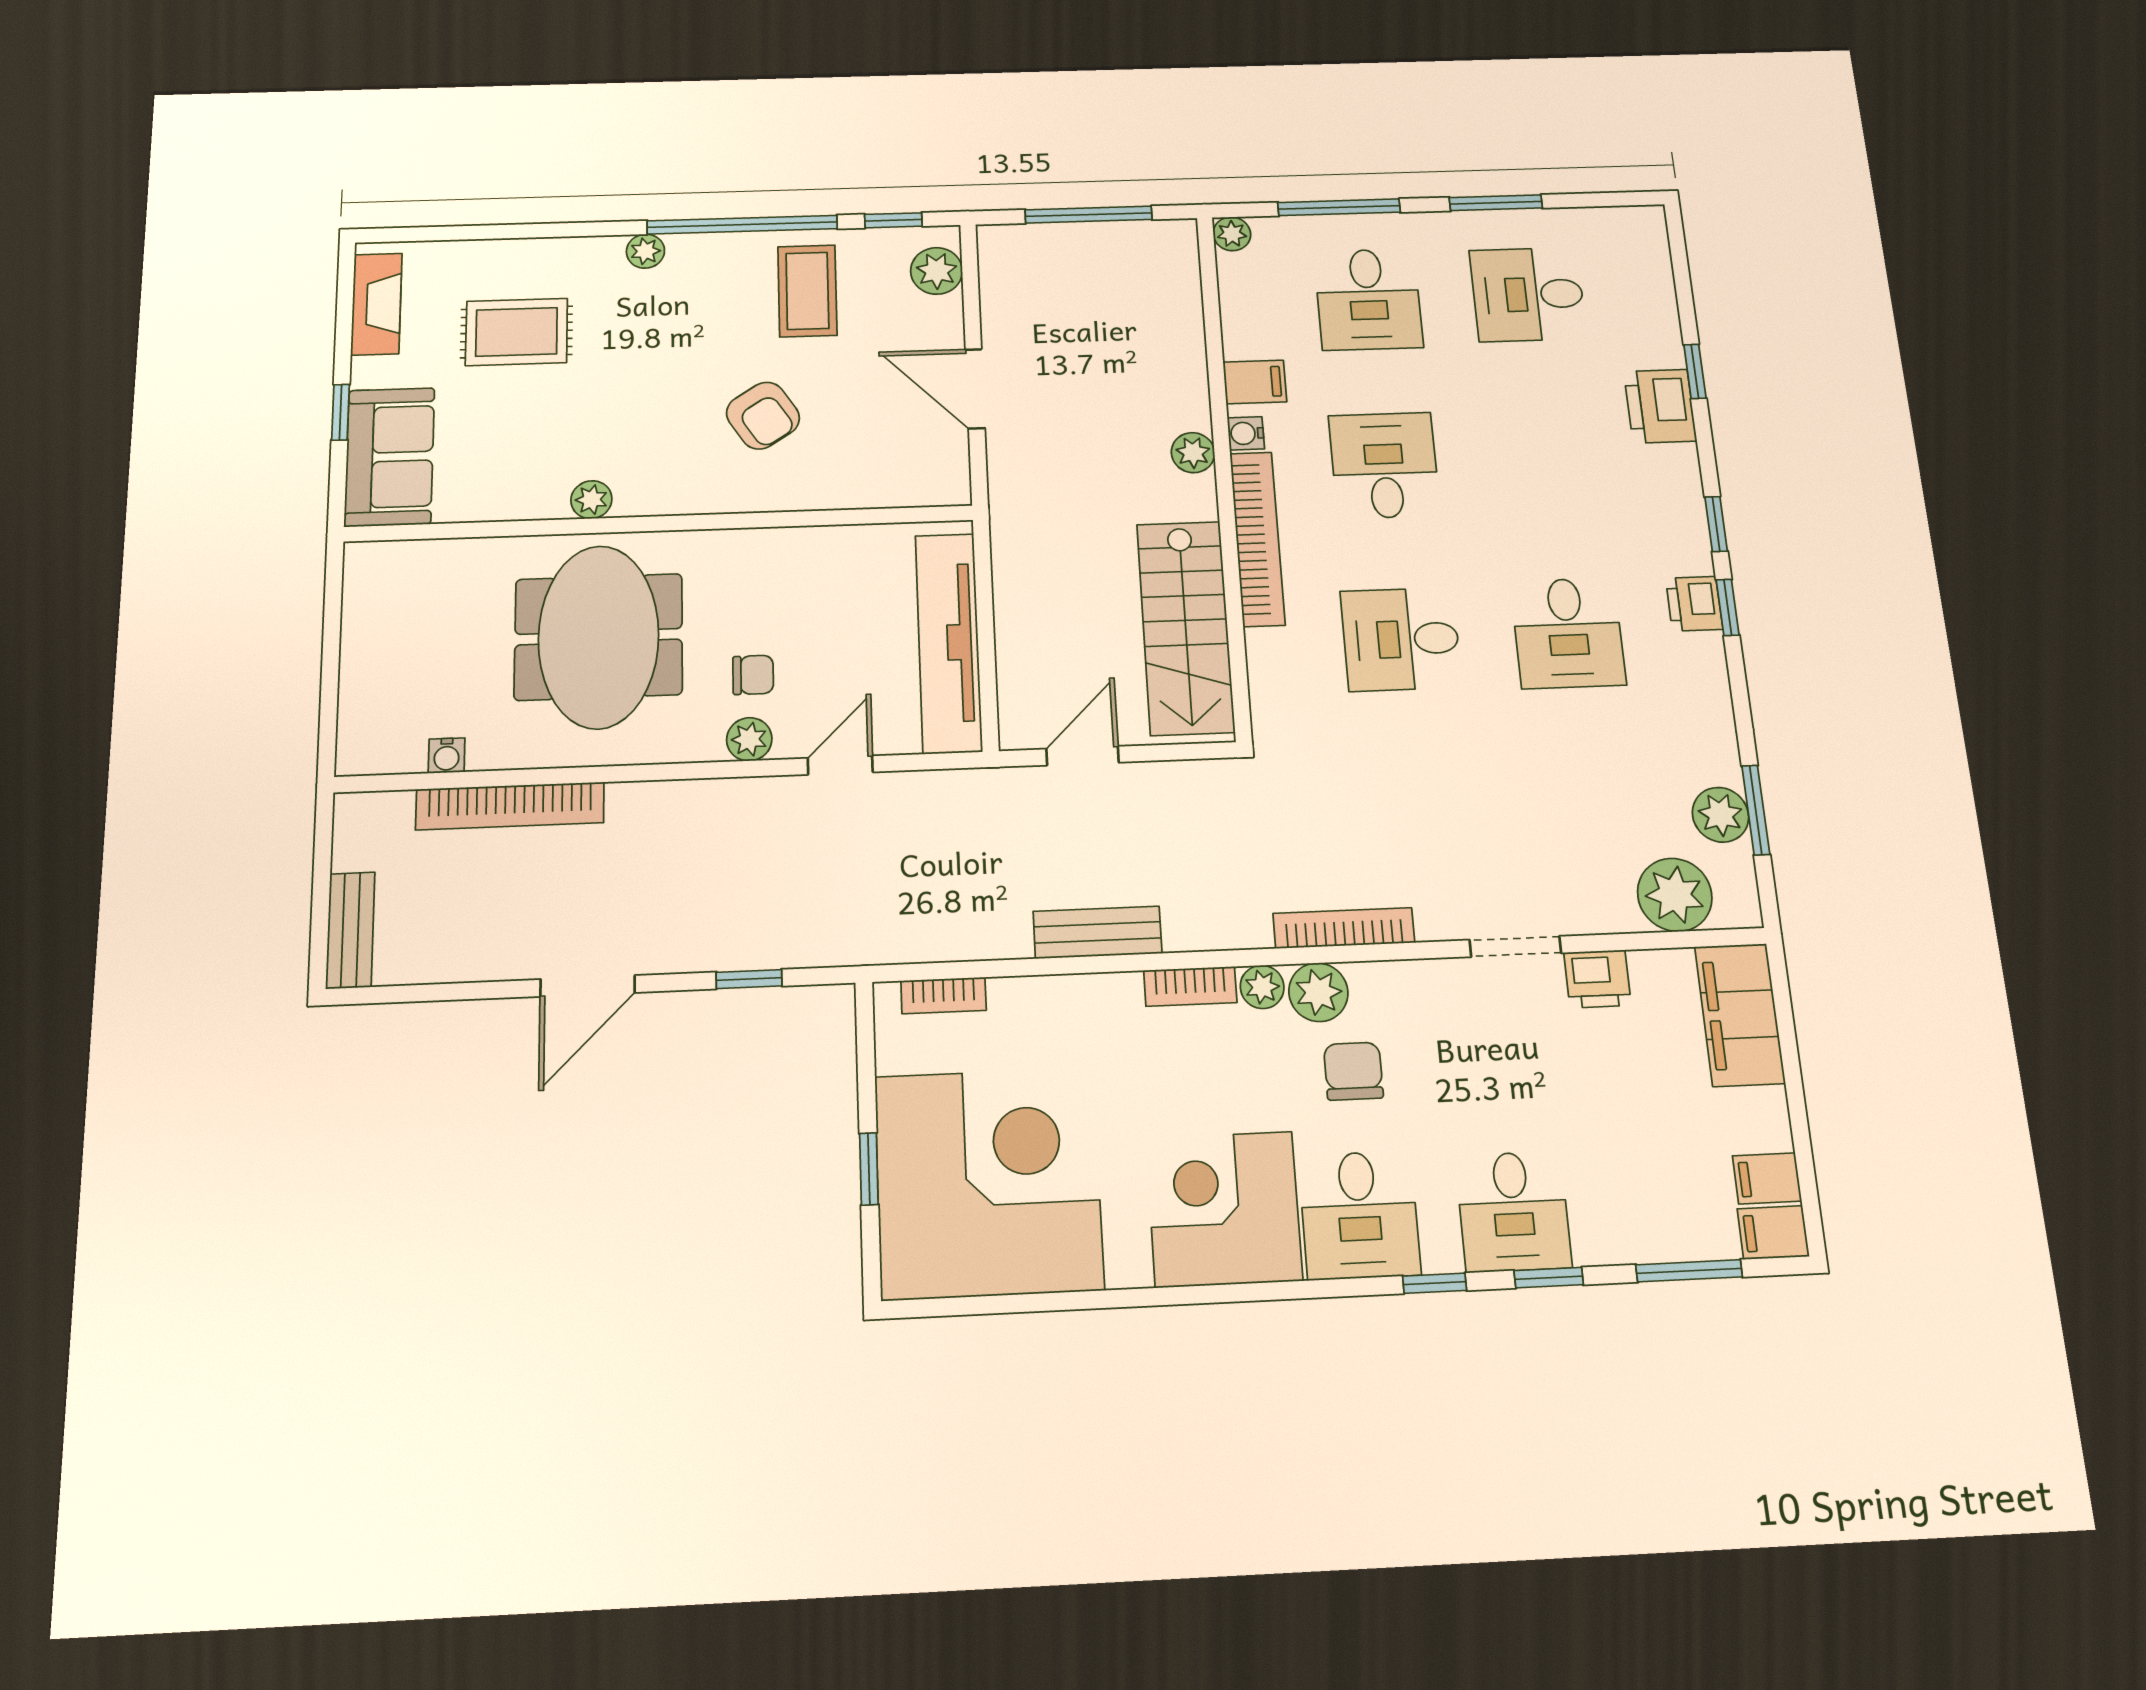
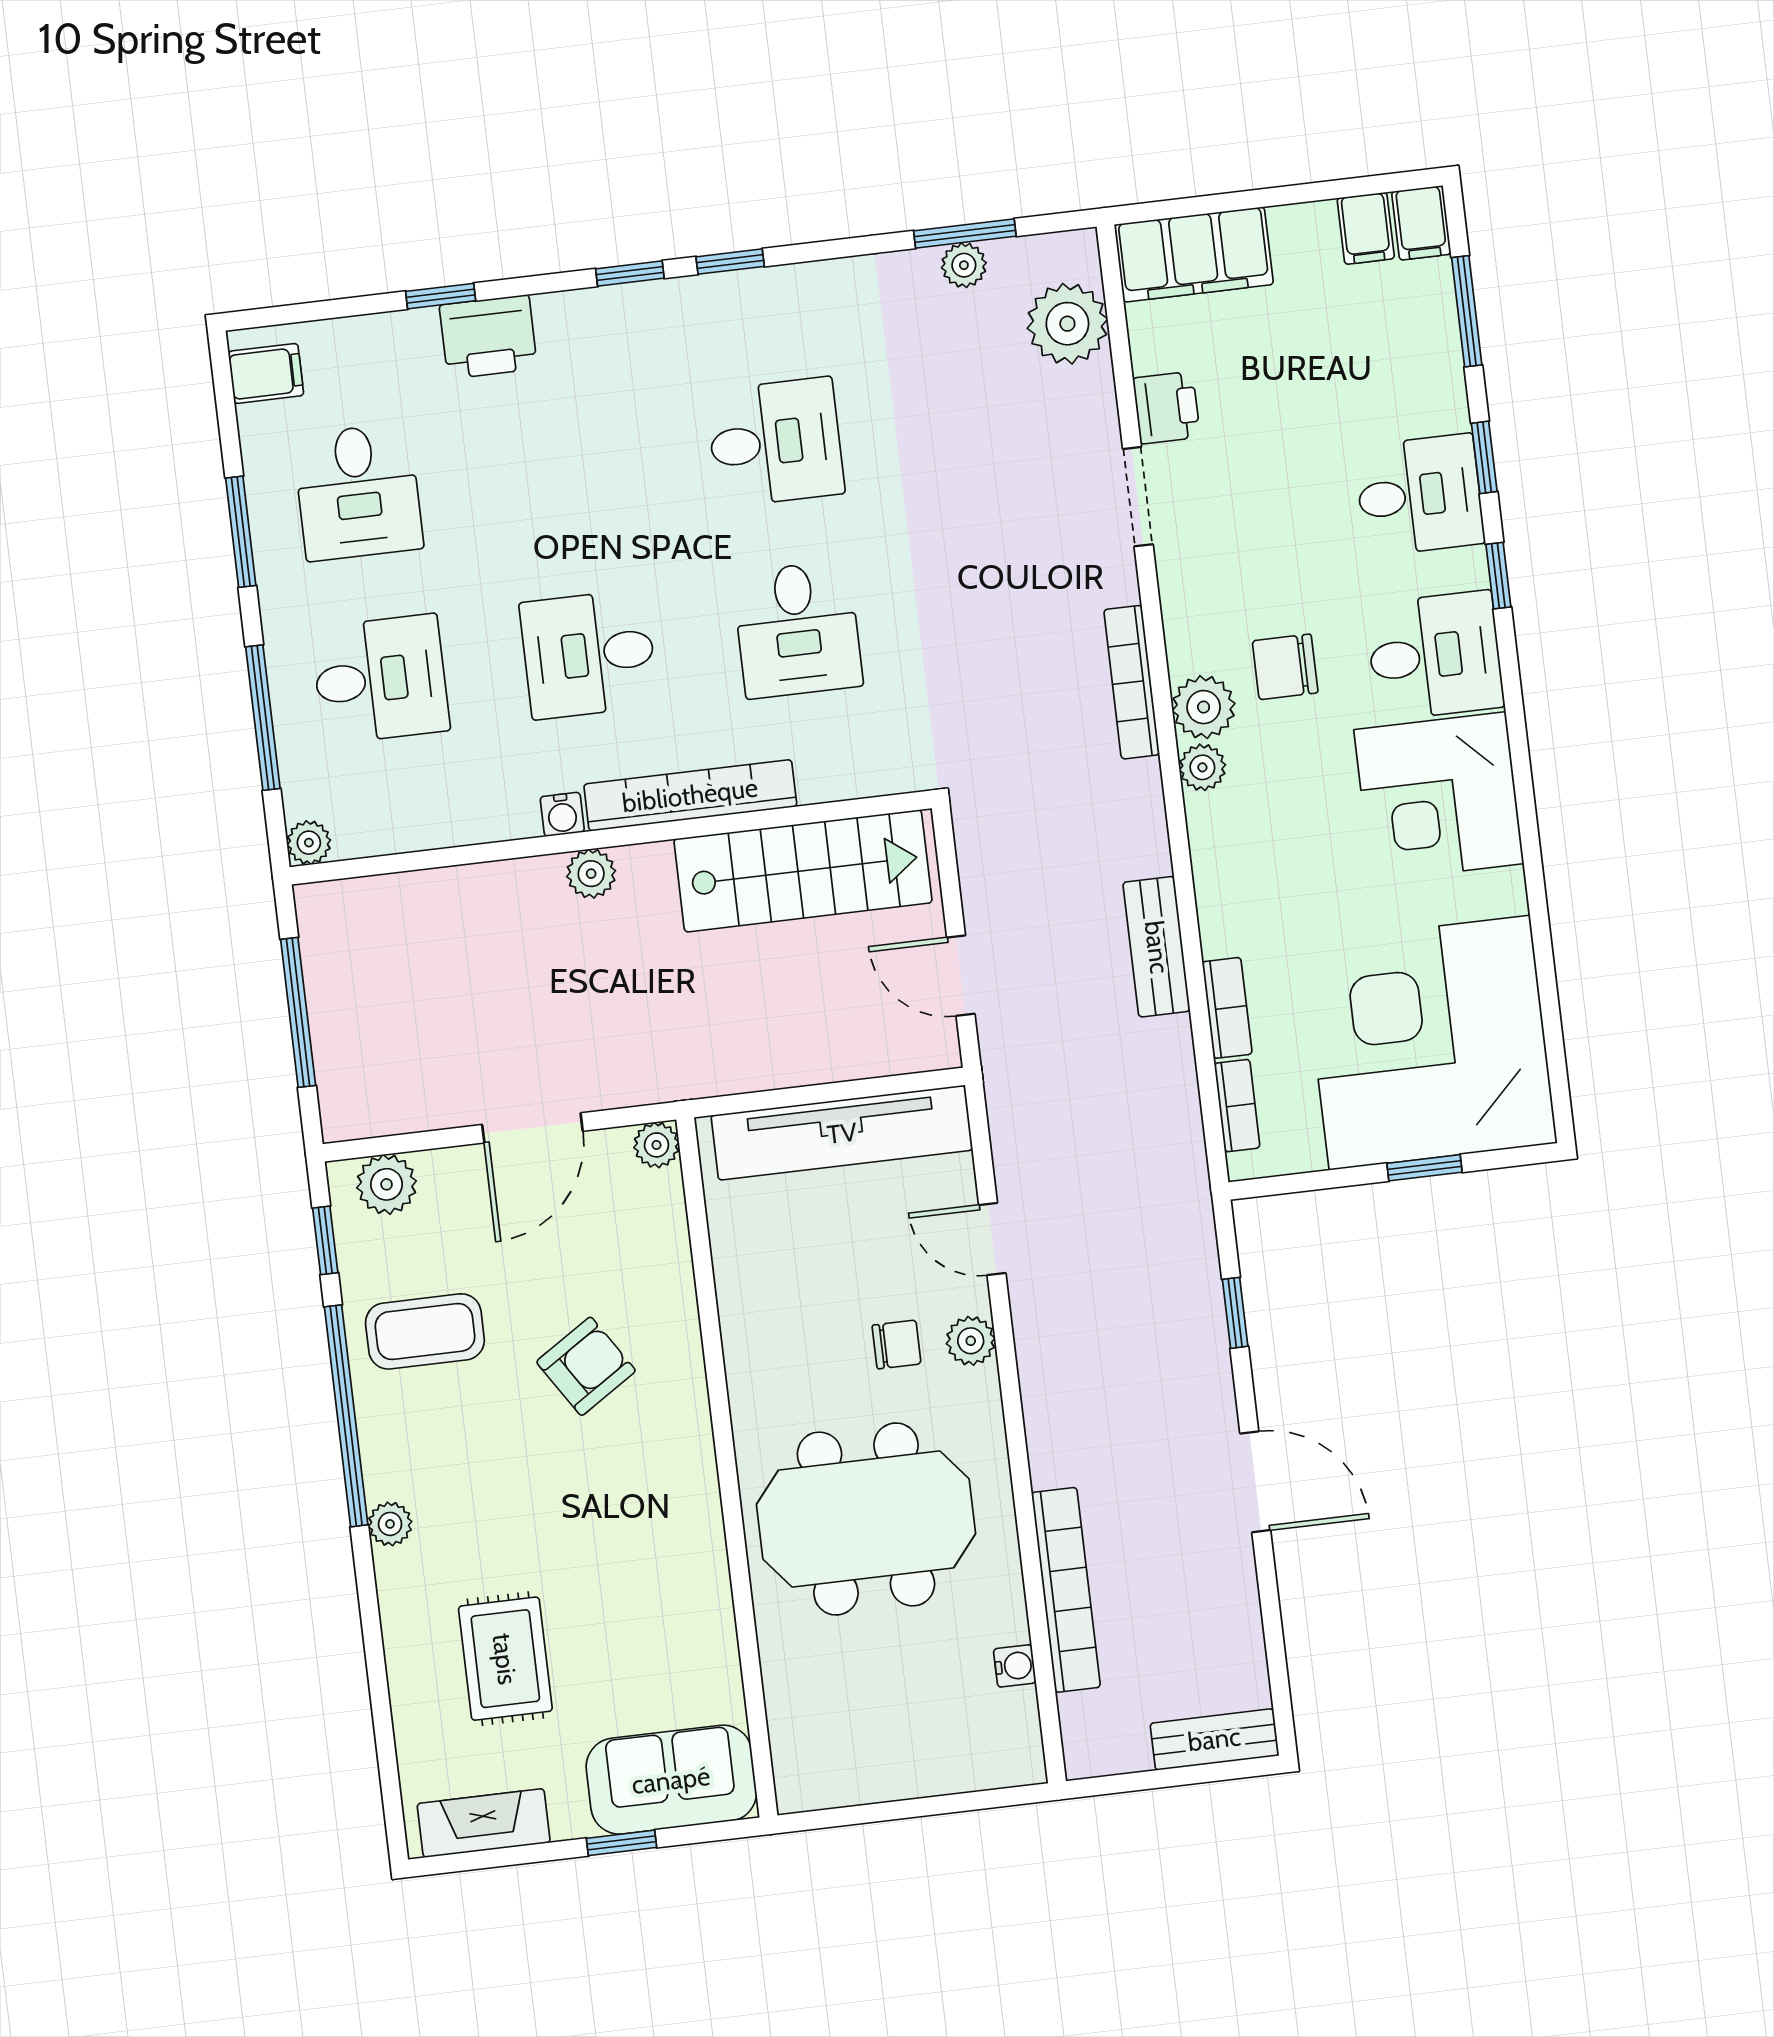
filing cabinet: (1255, 382) -> (266, 373), moved, turned 90
plant: (591, 500) -> (656, 1145), moved
printer: (1694, 604) -> (729, 300), removed
chair: (753, 675) -> (897, 1344), turned 90
plant: (1720, 815) -> (964, 265), width x0.73, depth x0.73
bookcase: (1190, 986) -> (1227, 1008), moved

